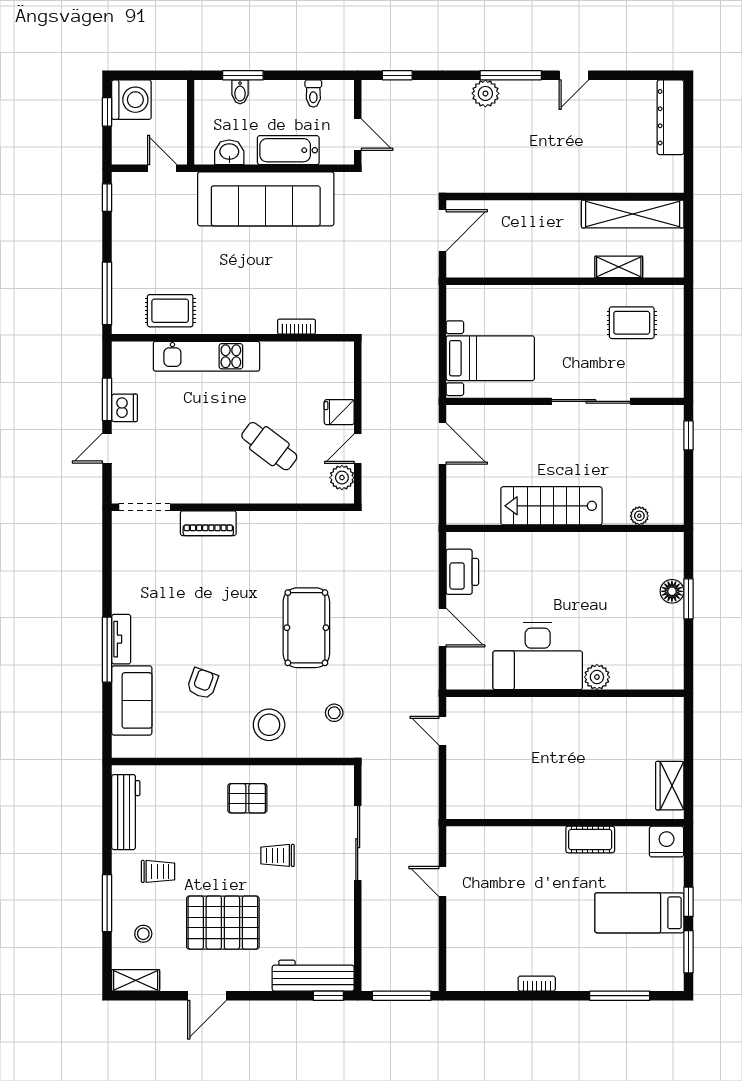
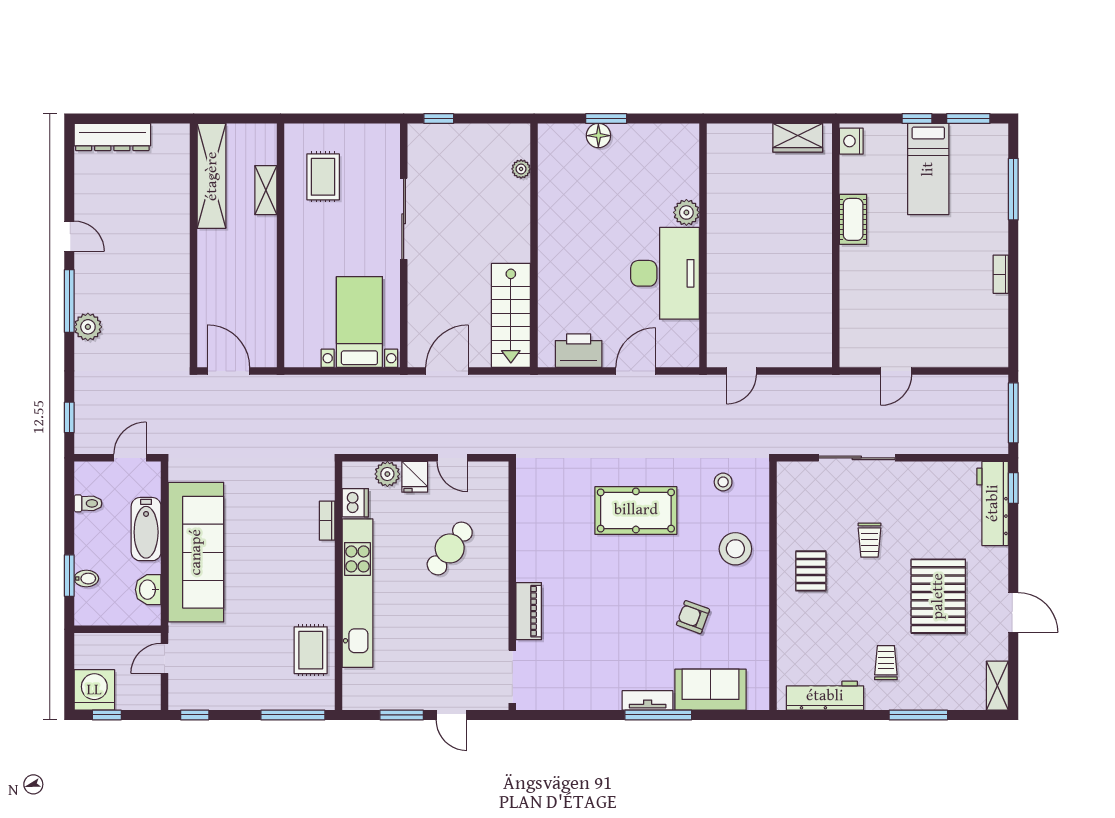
kitchen unit: (206, 356) -> (357, 593), width x1.36
dishwasher: (125, 408) -> (355, 503), moved, turned 90
plant: (342, 478) -> (387, 474), moved
stairs: (551, 506) -> (511, 315), moved
nightstand: (667, 842) -> (851, 141), width x0.74, depth x0.75
stool: (143, 934) -> (950, 678), removed

